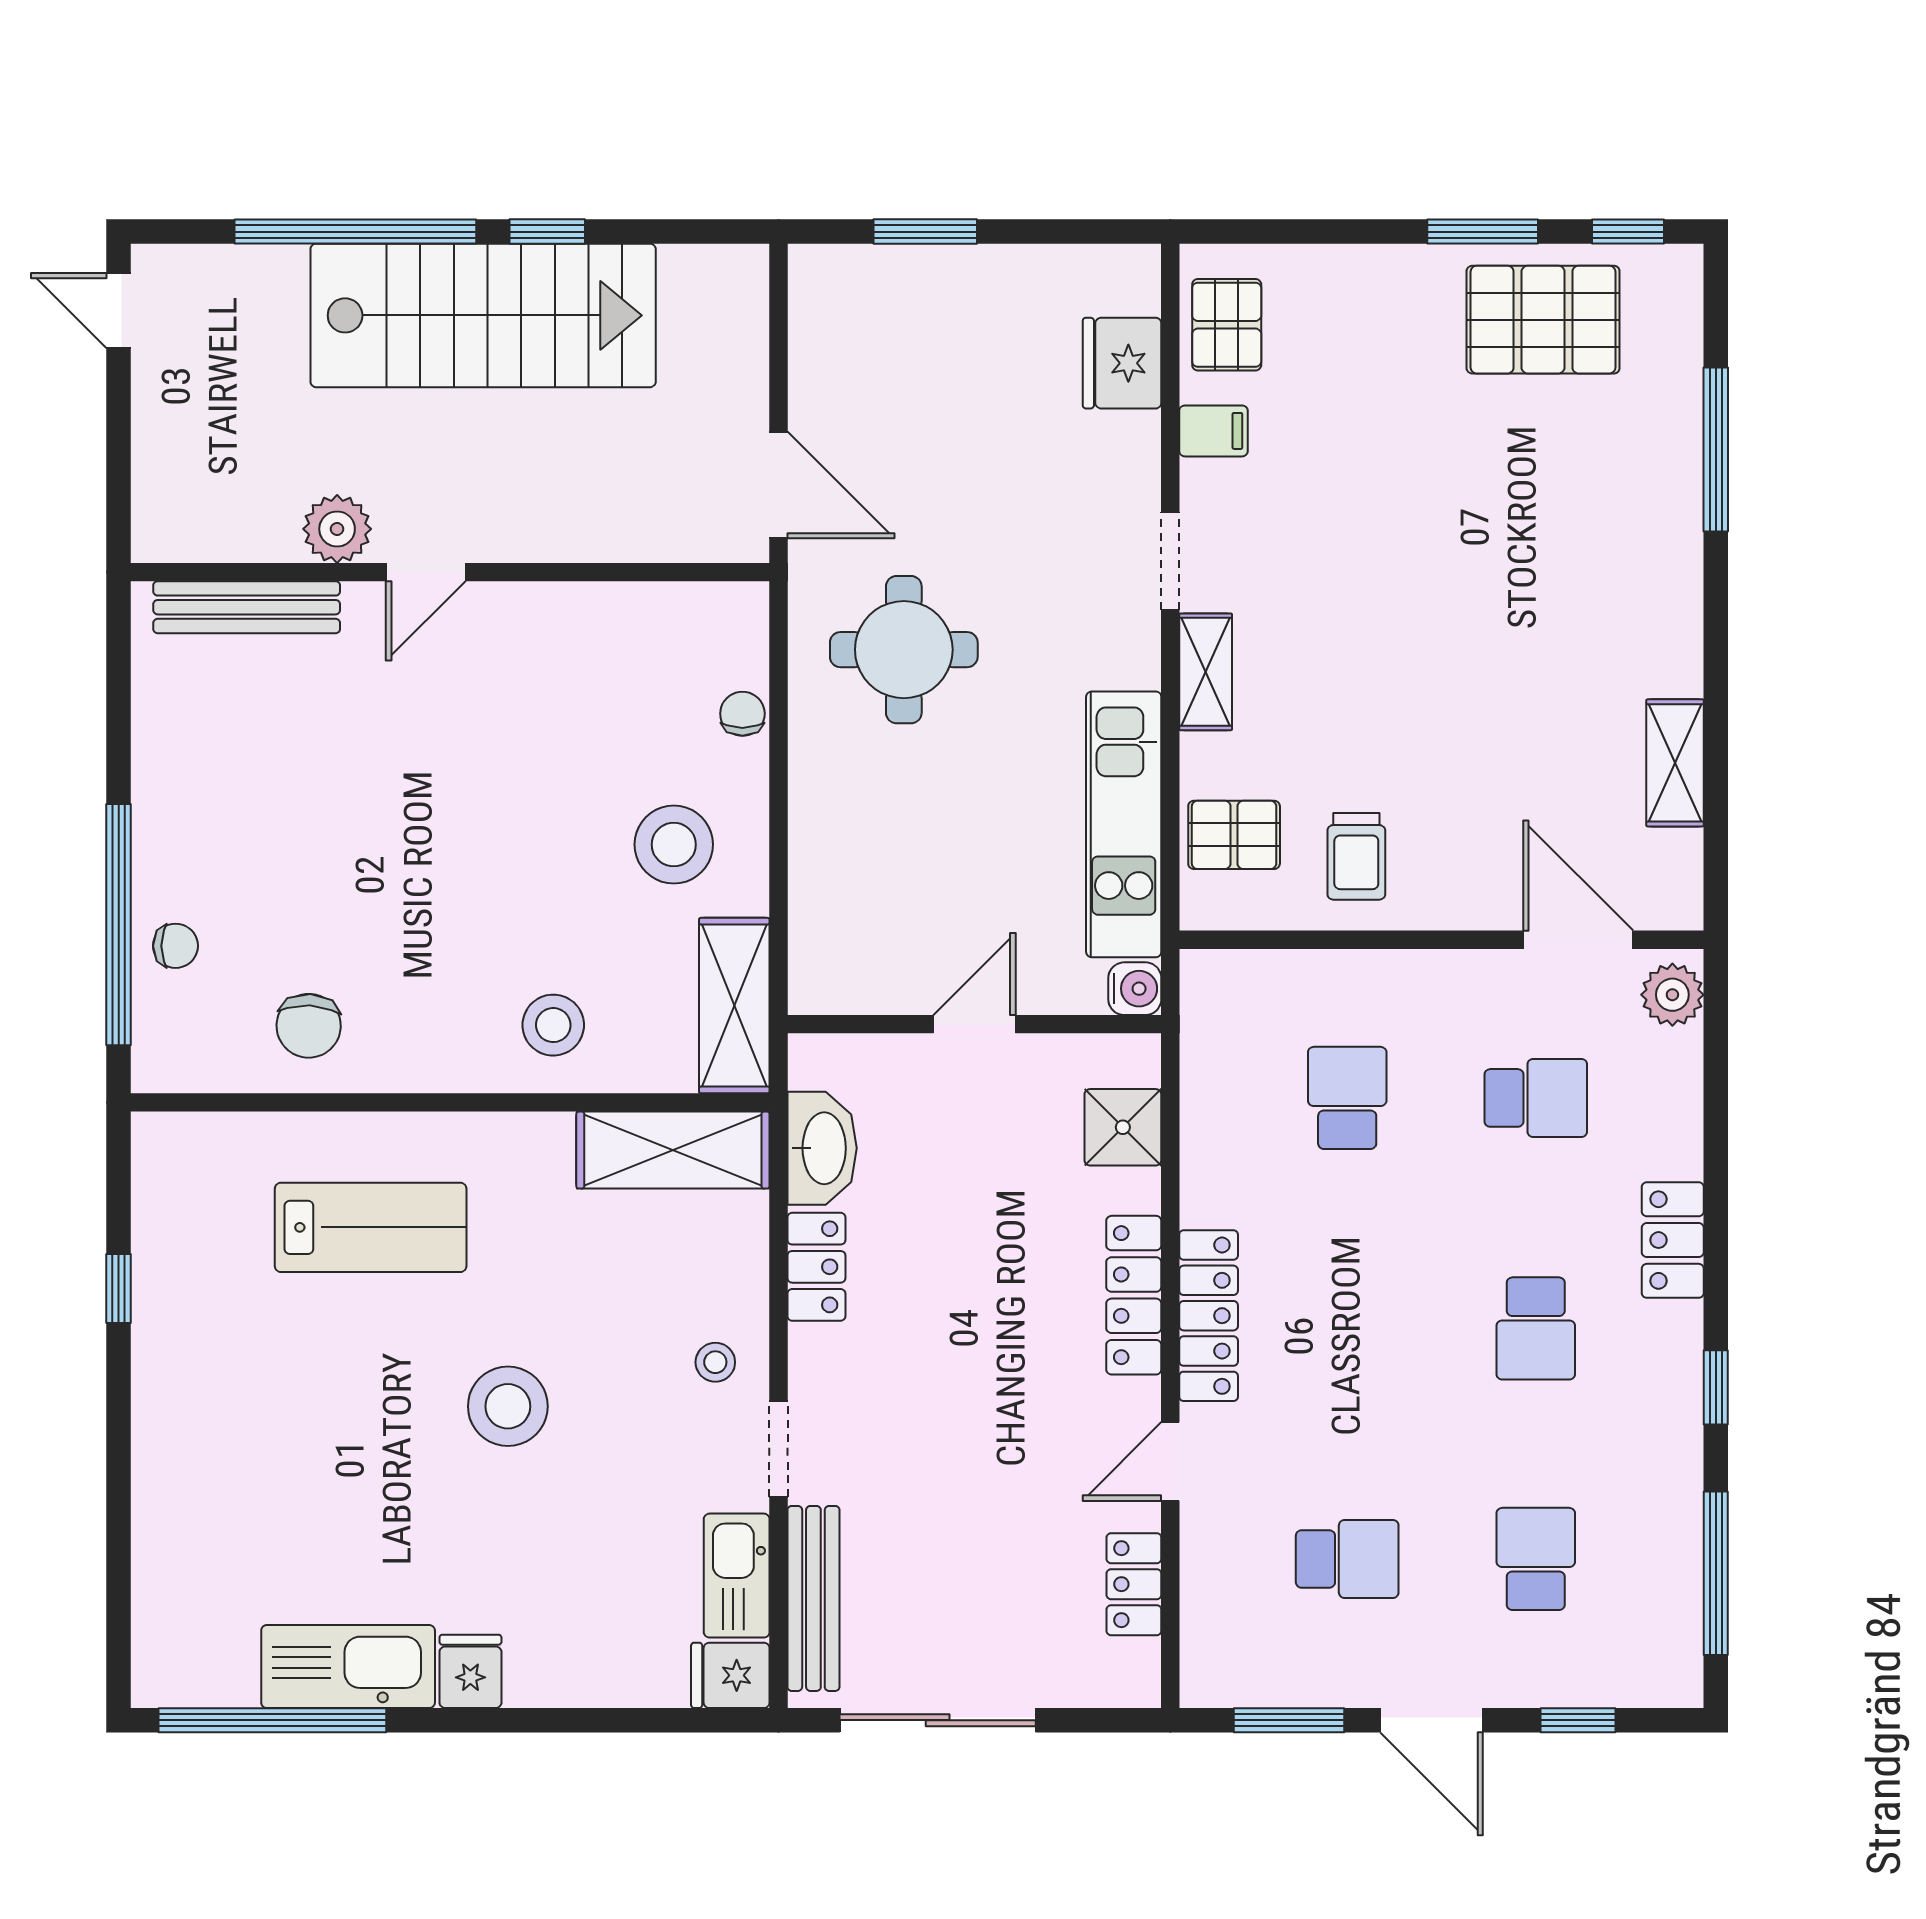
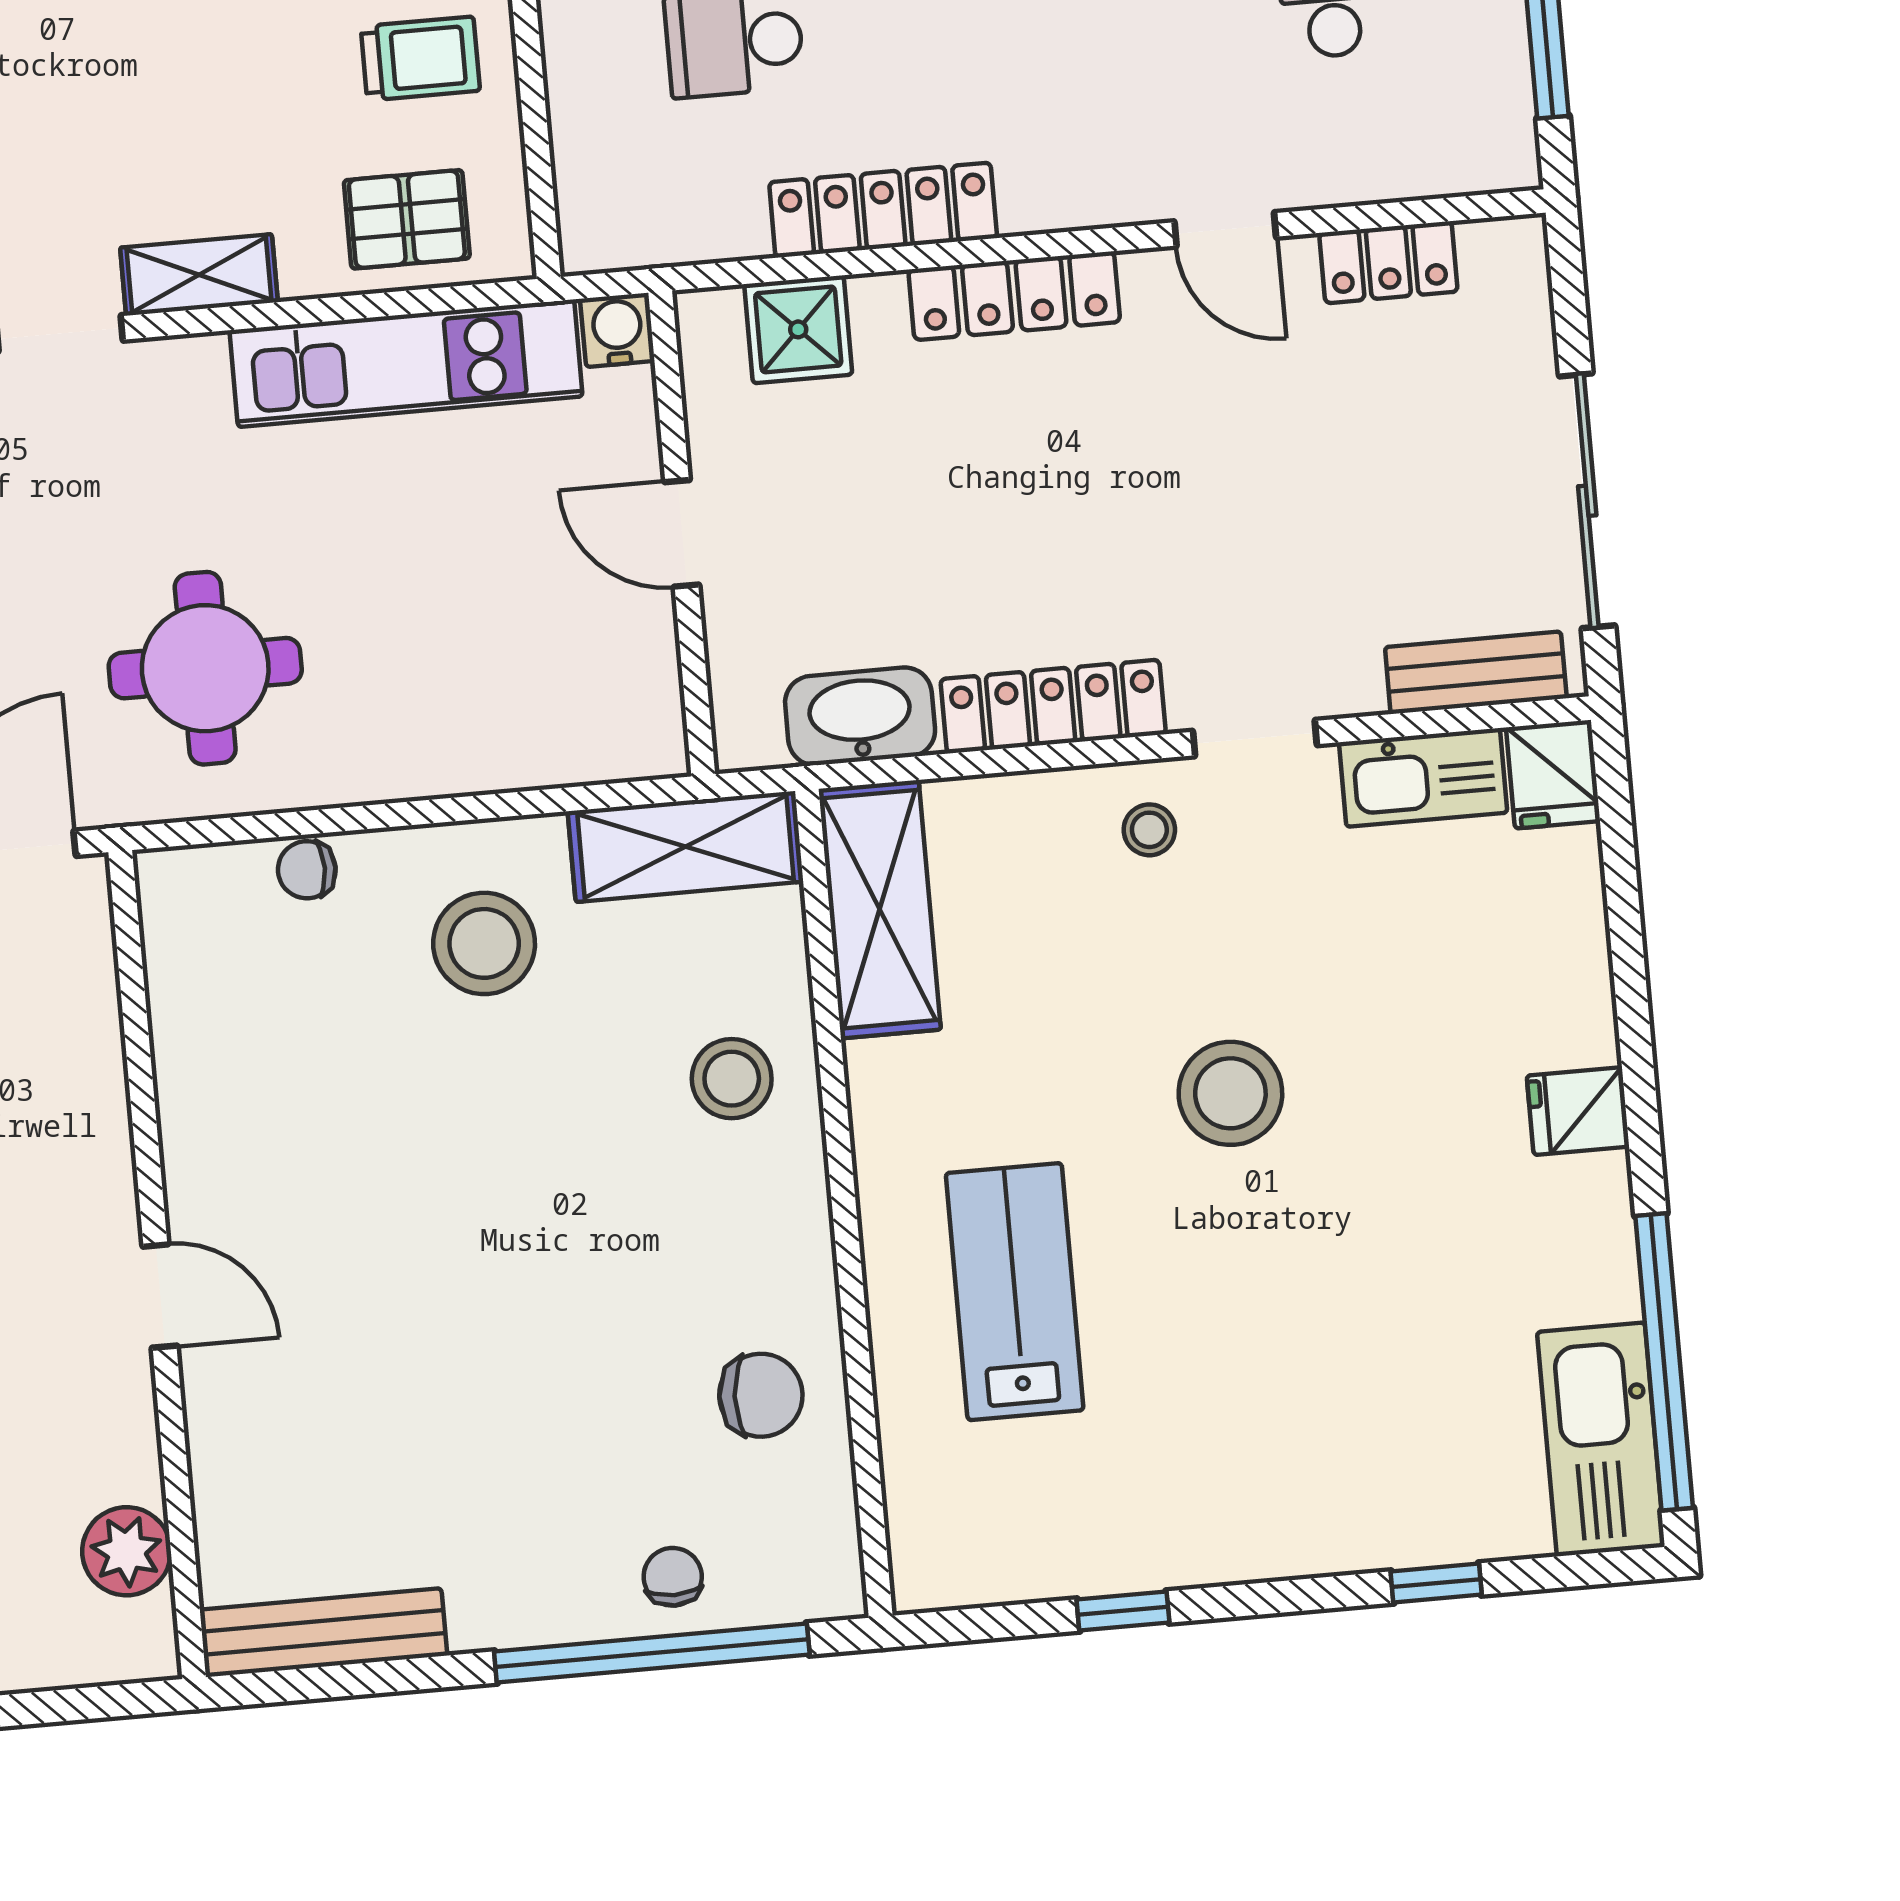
plant: (337, 529) -> (127, 1551), moved
bench: (247, 607) -> (323, 1633), moved, turned 90
pallet: (1234, 835) -> (407, 219), turned 90
locker: (816, 1267) -> (1053, 707), width x1.53
locker: (1209, 1316) -> (883, 210), moved
window: (119, 1530) -> (1436, 1583), added
bench: (813, 1598) -> (1476, 673), width x0.73
kitchen sink: (348, 1667) -> (1601, 1439), moved

